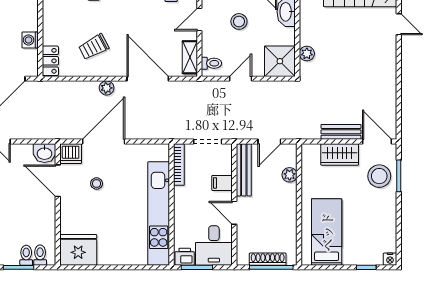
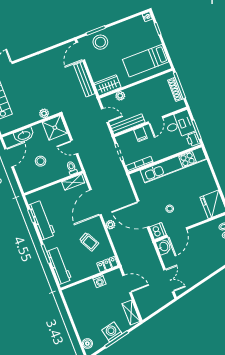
door: (199, 20) -> (48, 185), removed
bench: (341, 132) -> (84, 79), width x1.36
wardrobe: (340, 154) -> (108, 85), moved, turned -90

